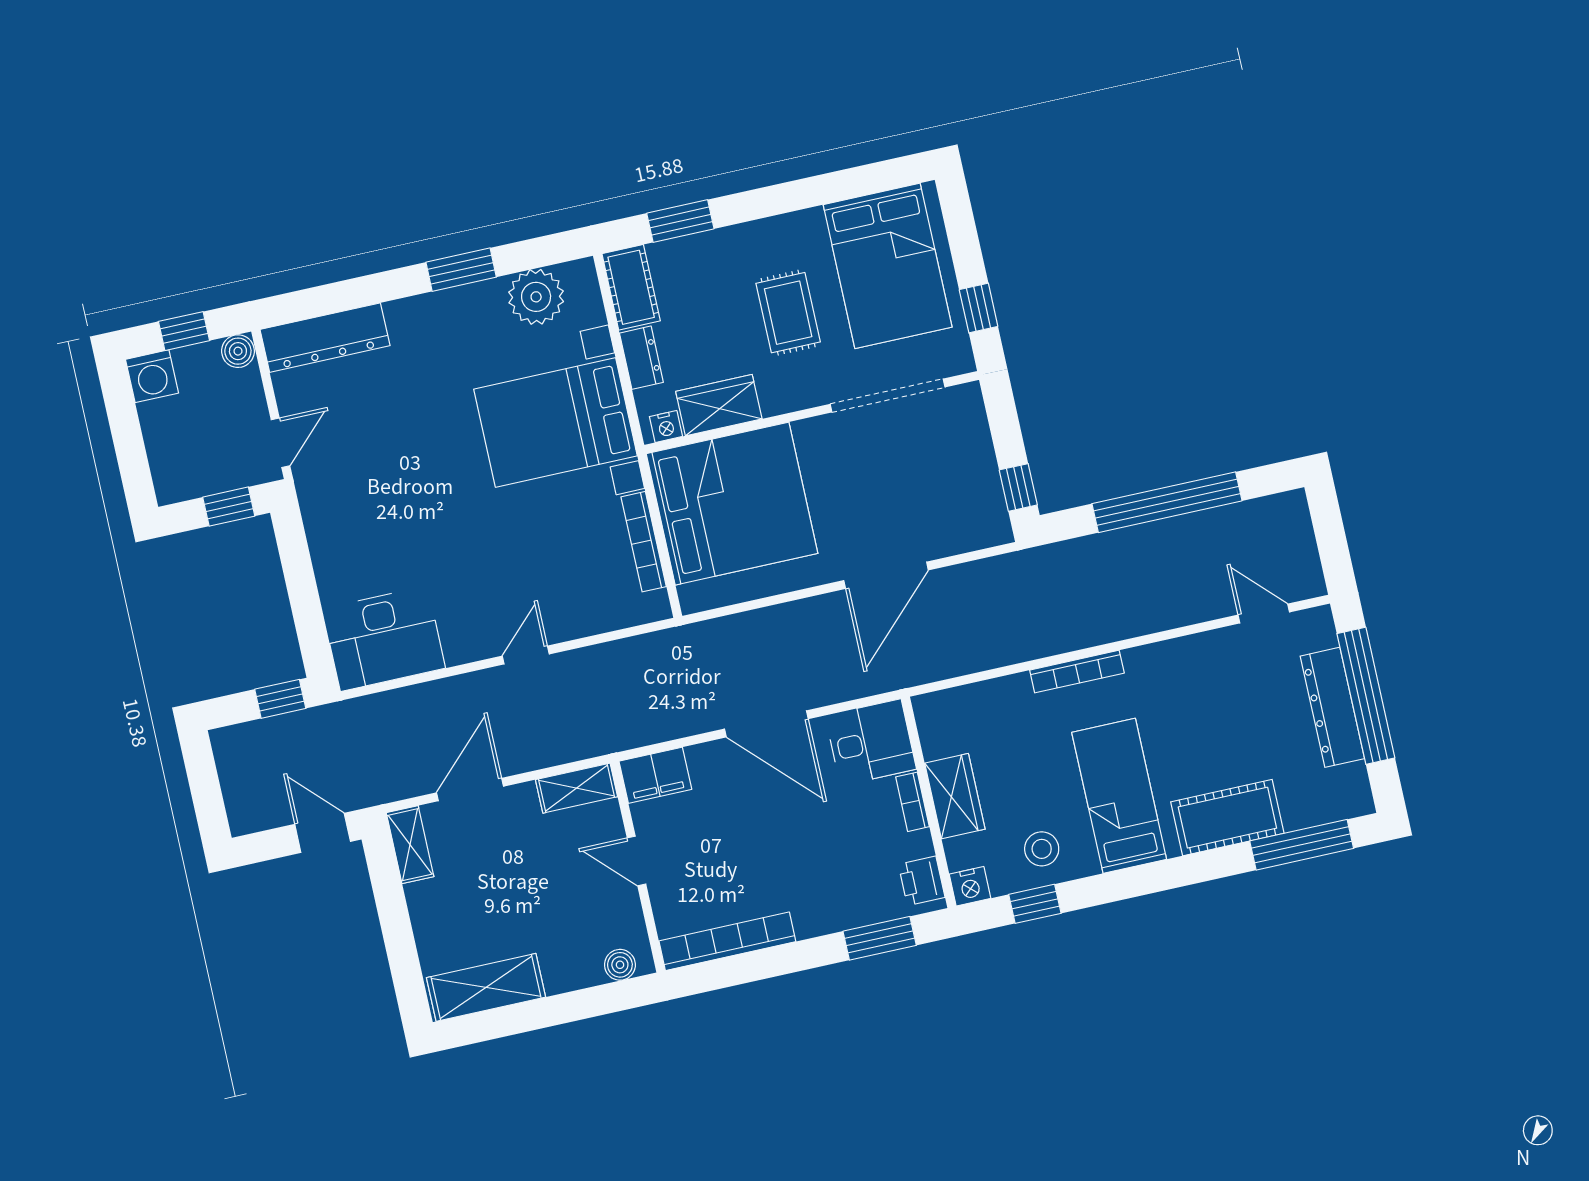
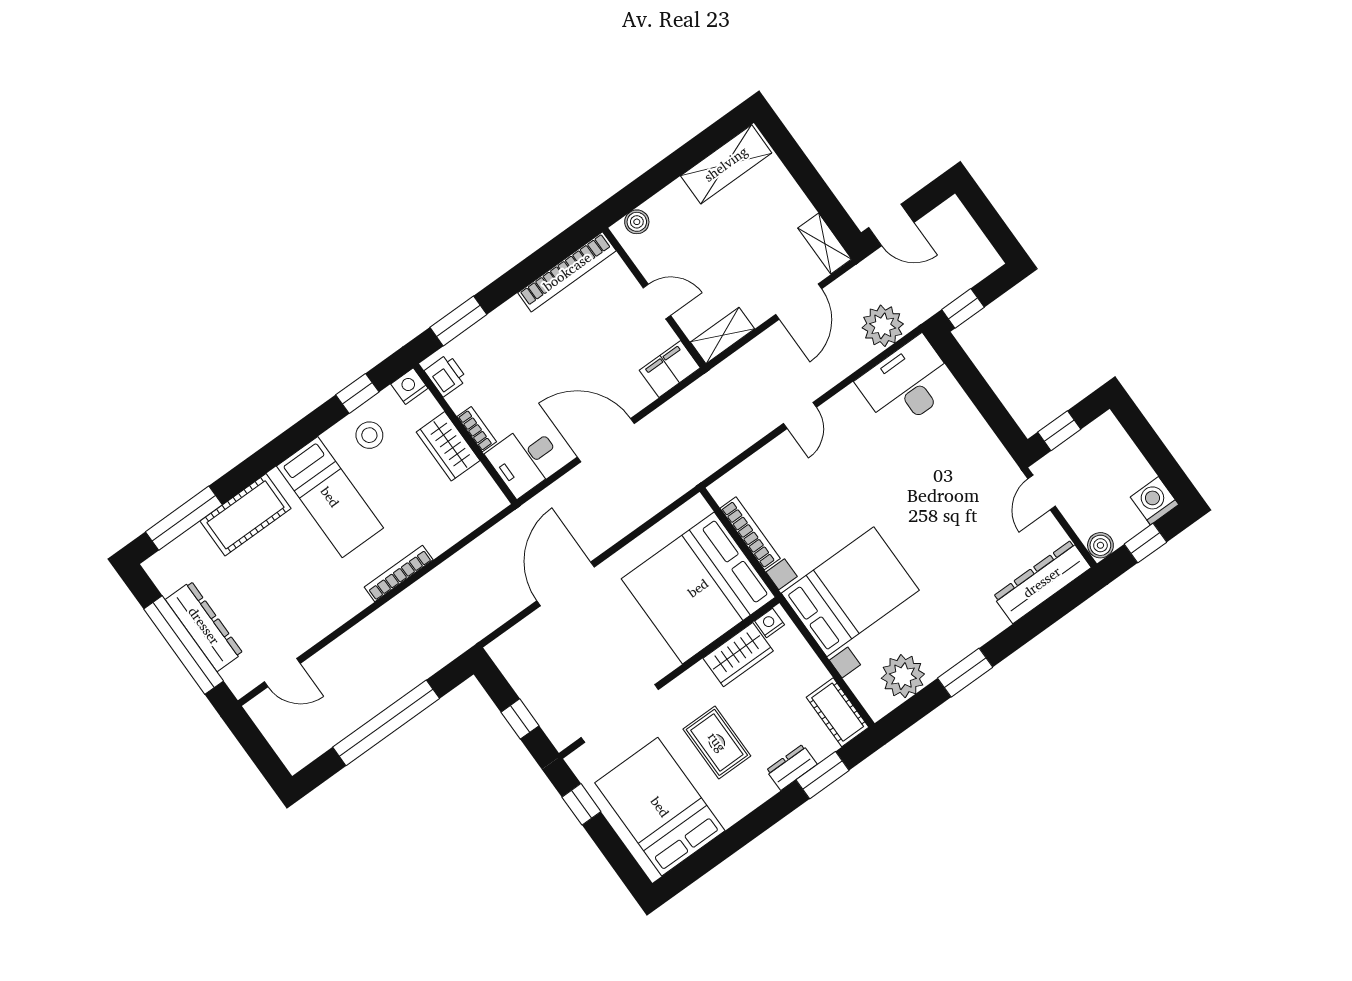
dresser: (641, 358) -> (792, 767), moved, turned 90
window: (1018, 487) -> (520, 719), moved
plant: (383, 719) -> (883, 326), added

